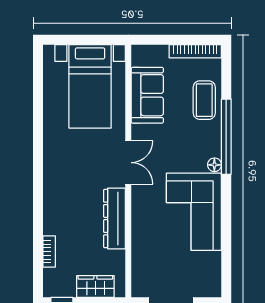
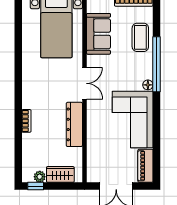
bookcase: (49, 252) -> (26, 121), moved
piano: (211, 275) -> (145, 166), added
plant: (67, 290) -> (40, 177), added

